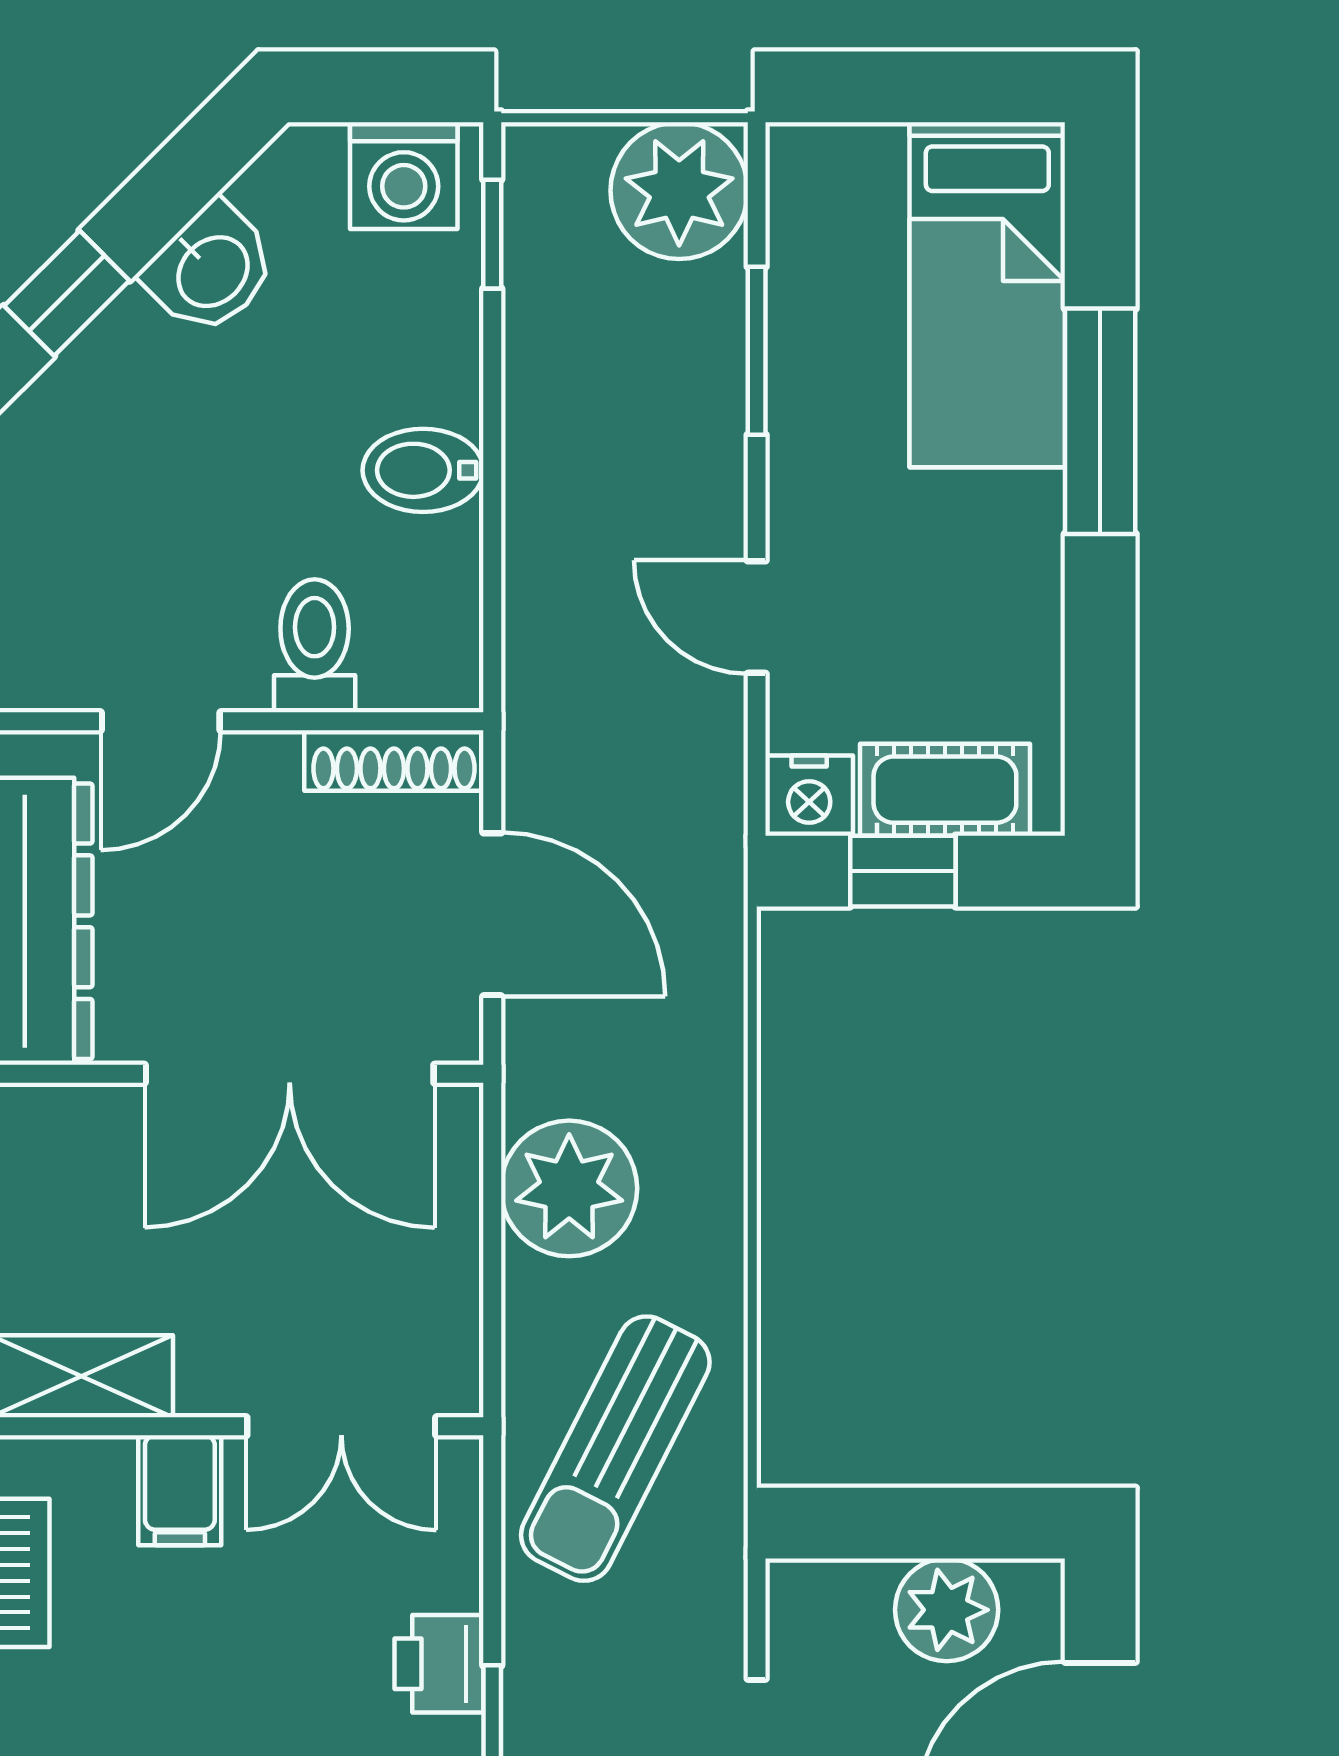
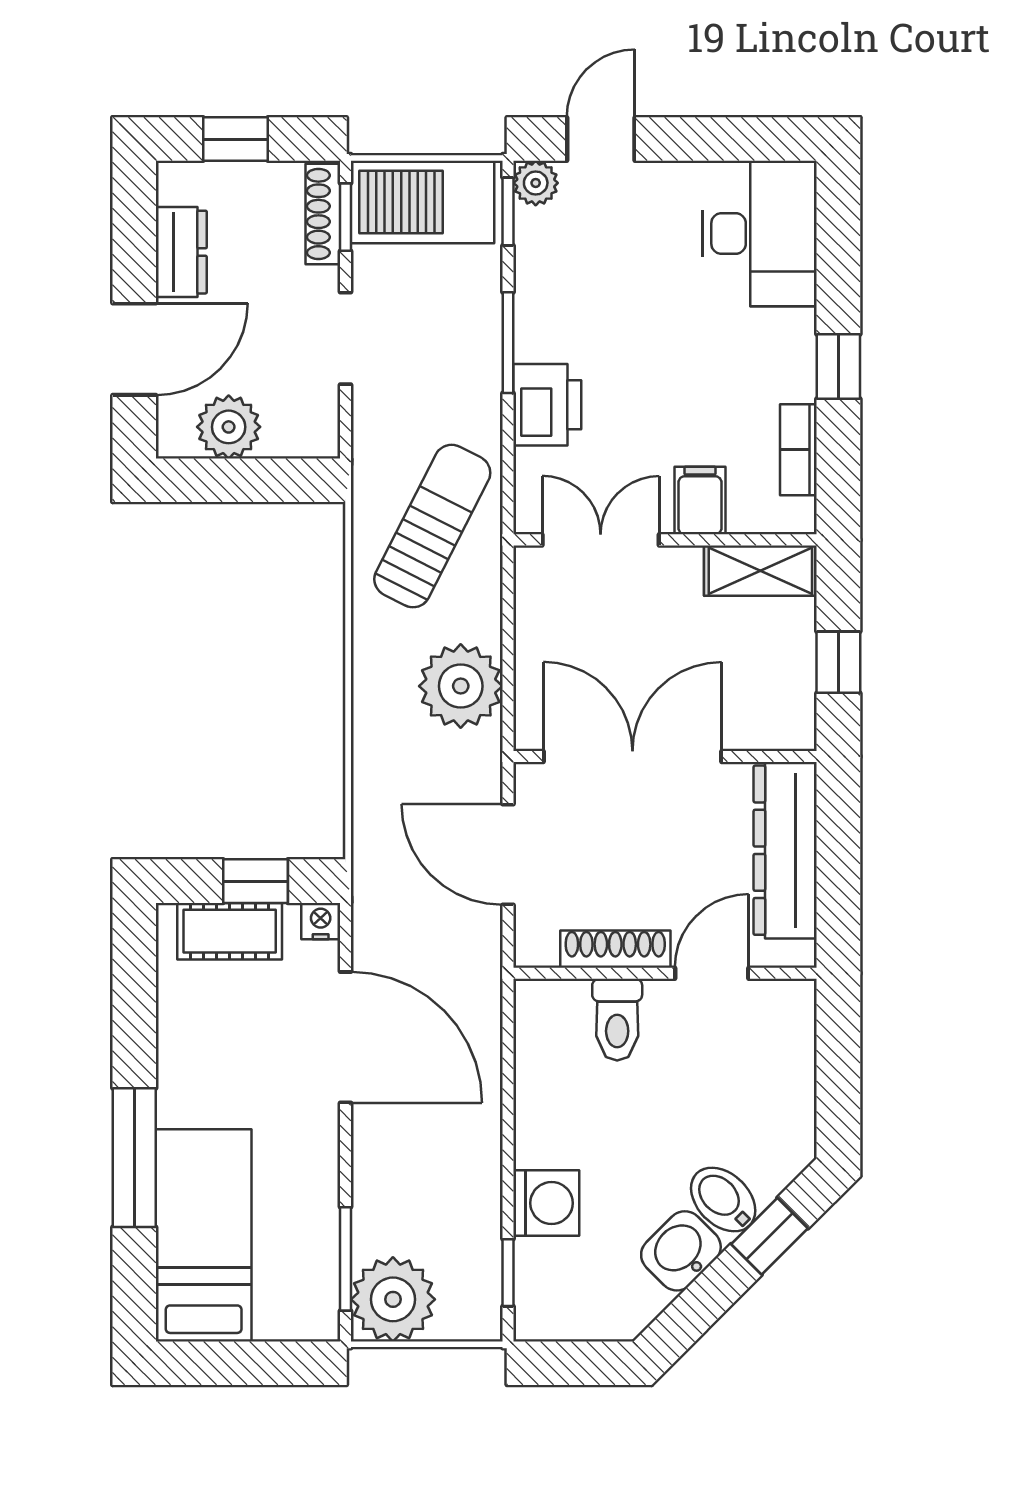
washing machine: (404, 176) -> (546, 1203), moved, turned 90
window: (757, 351) -> (345, 1259), moved
bidet: (423, 470) -> (723, 1199), moved, turned -135
door: (757, 617) -> (345, 1037), width x1.87
shoe rack: (394, 761) -> (615, 949), moved
nightstand: (809, 796) -> (321, 921), width x0.72, depth x0.74
printer: (439, 1664) -> (547, 405), width x1.36, depth x1.24

